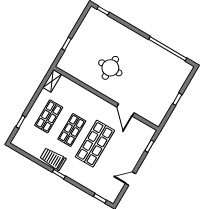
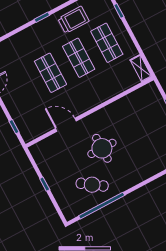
cafe table: (157, 65) -> (92, 185), added
round table: (110, 68) -> (102, 148), moved
shop shelf: (95, 144) -> (50, 73), width x0.70, depth x0.74
trolley: (53, 159) -> (73, 20), moved

